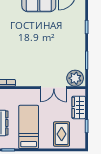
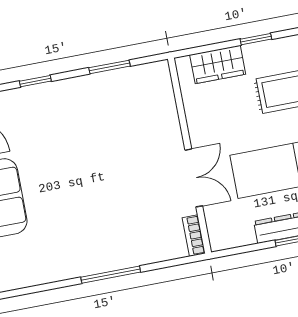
plant: (75, 78) -> (154, 85), removed
double door: (54, 88) -> (194, 178), moved

